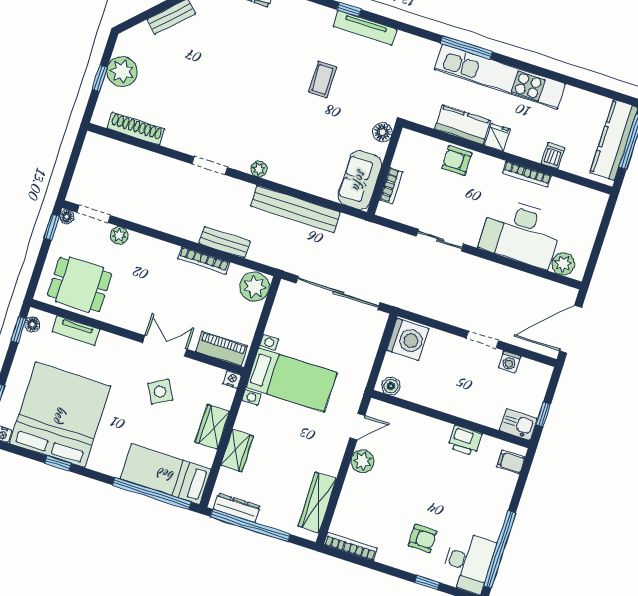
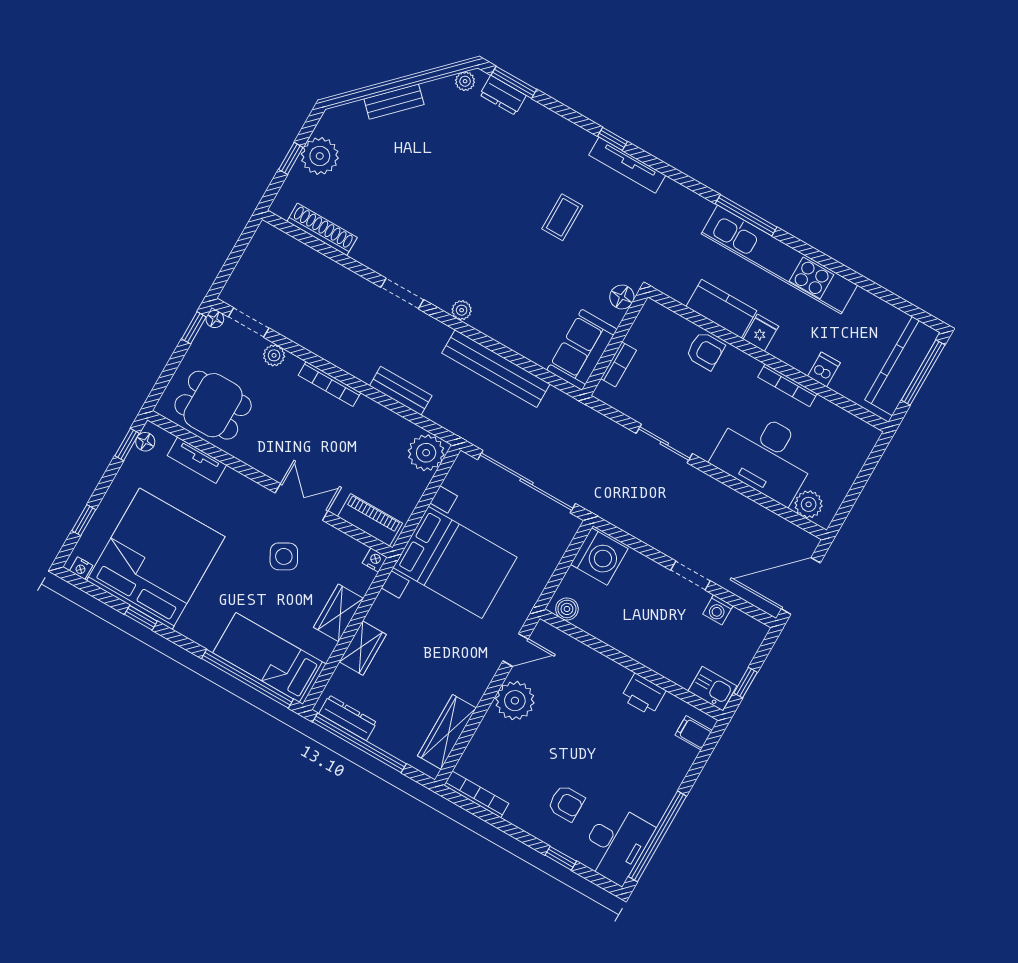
armchair: (457, 161) -> (705, 351), turned 180
bookcase: (204, 260) -> (330, 384), moved
bed with nightstands: (292, 380) -> (455, 562), width x1.36
plant: (363, 461) -> (515, 701), width x1.36, depth x1.36

